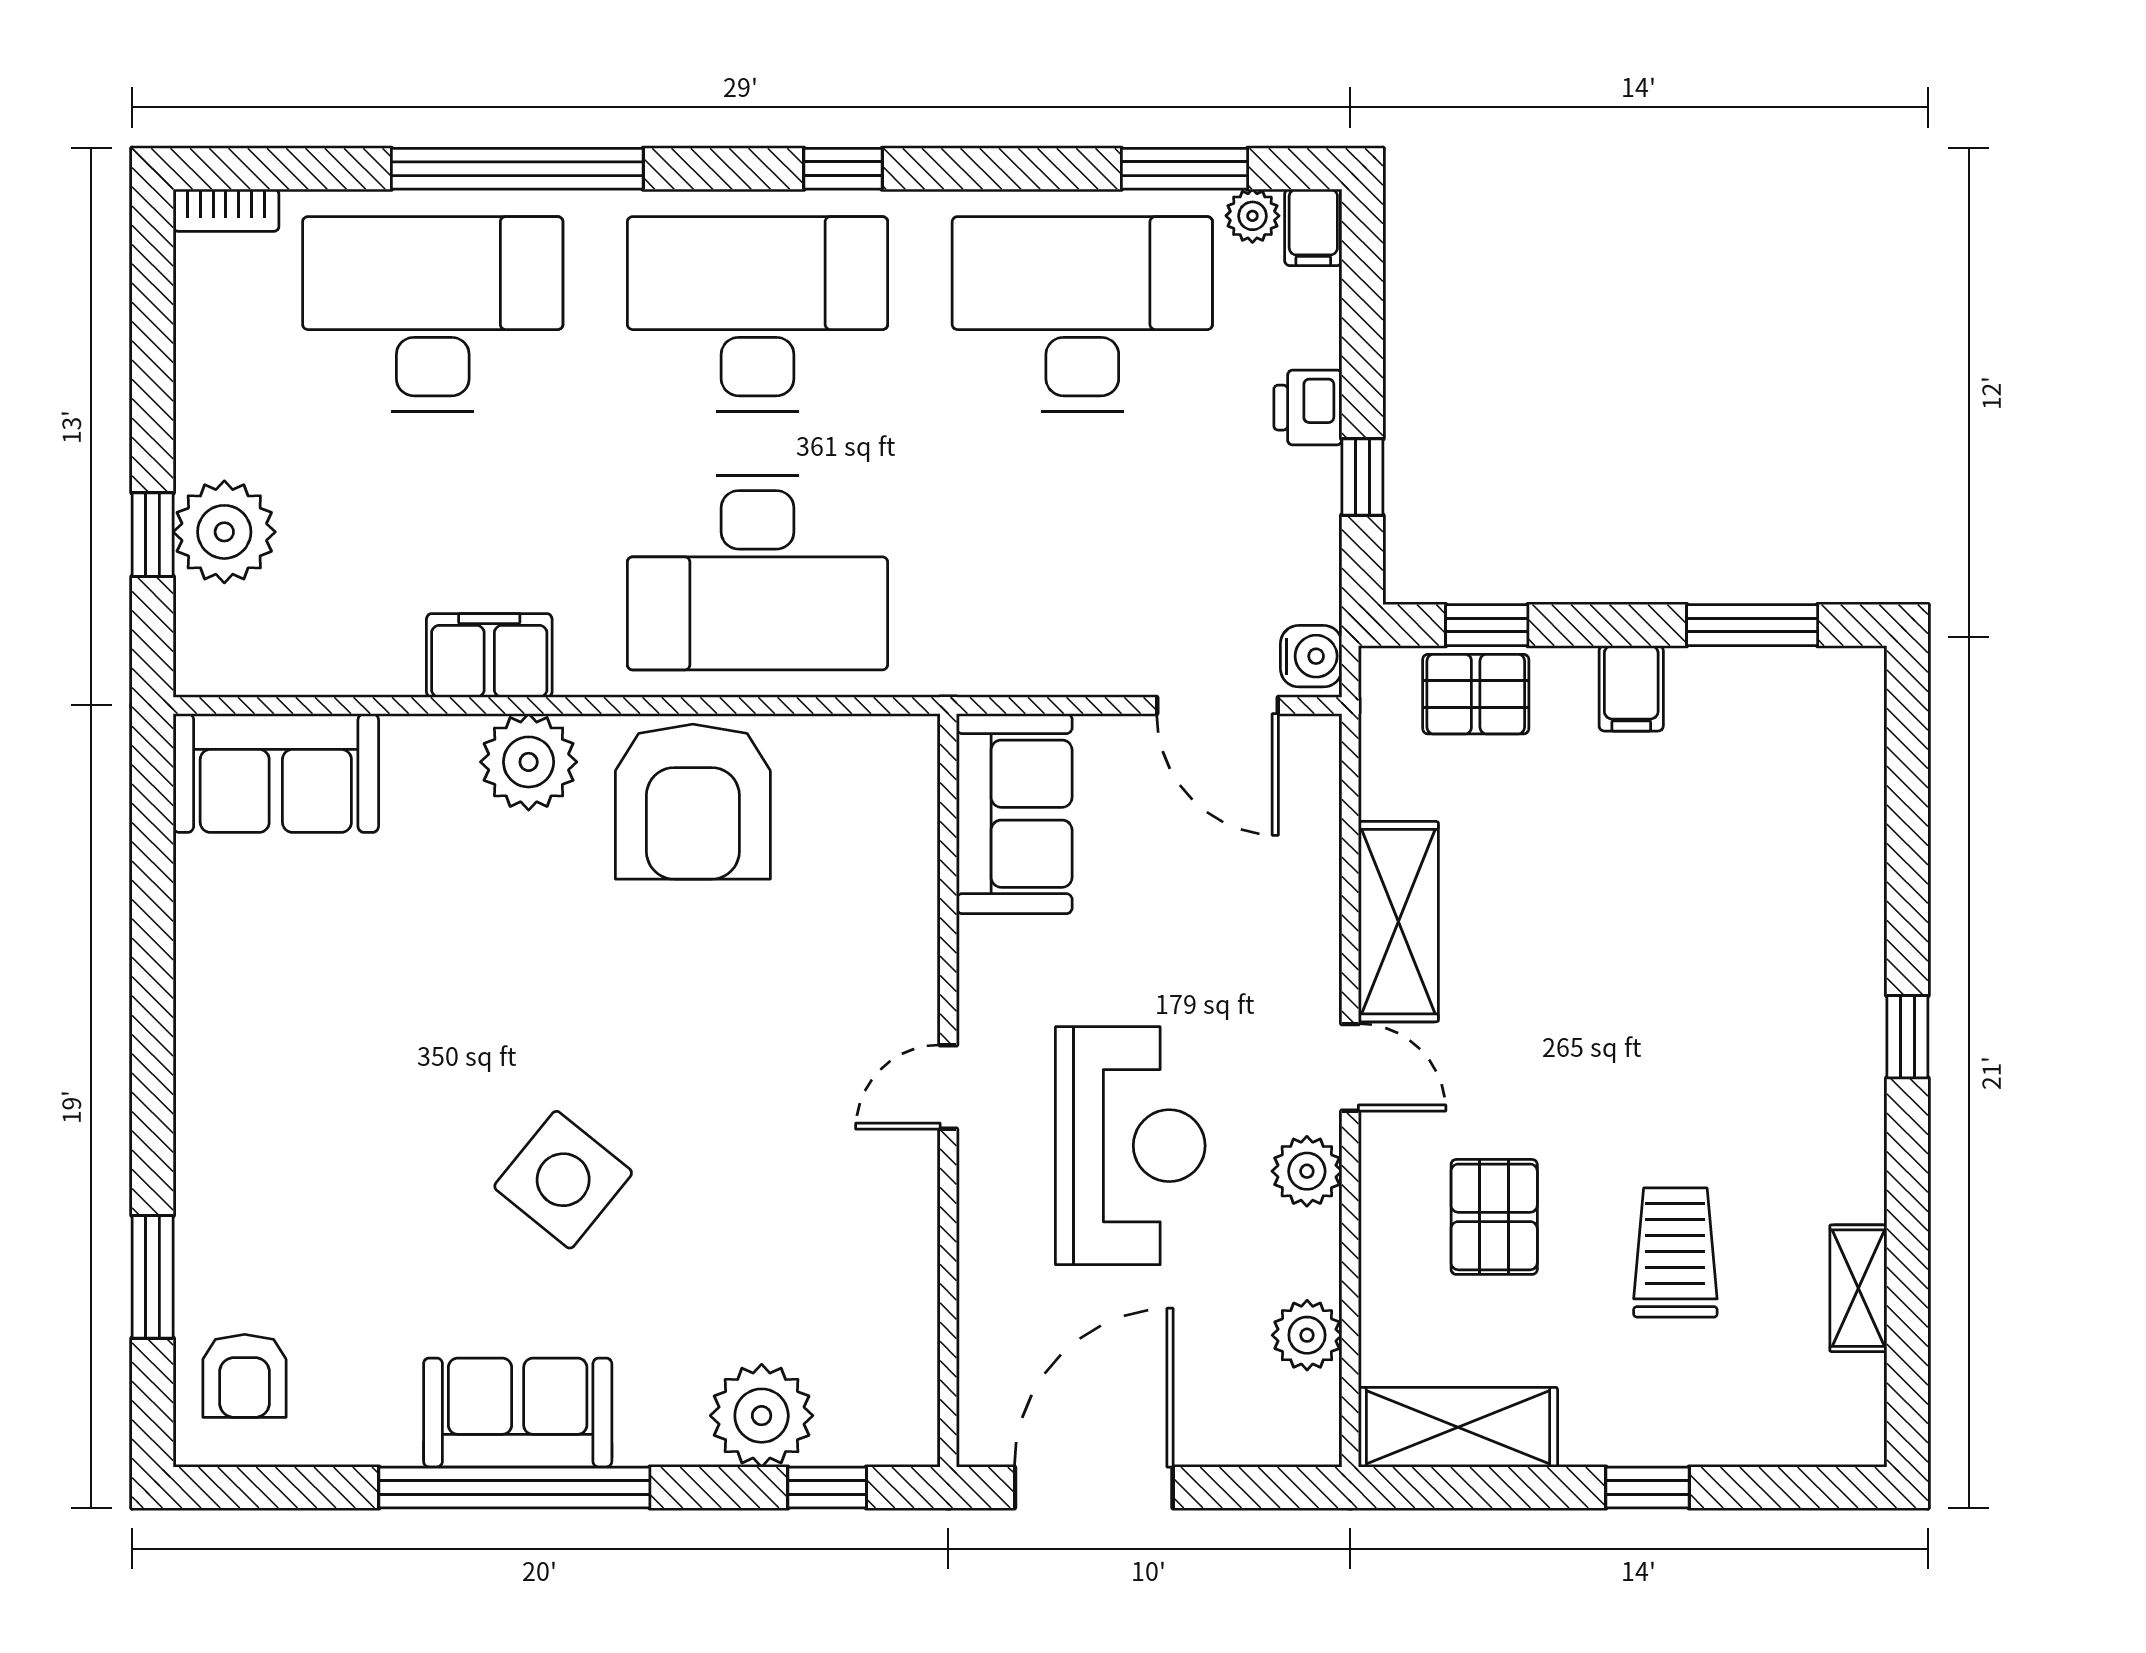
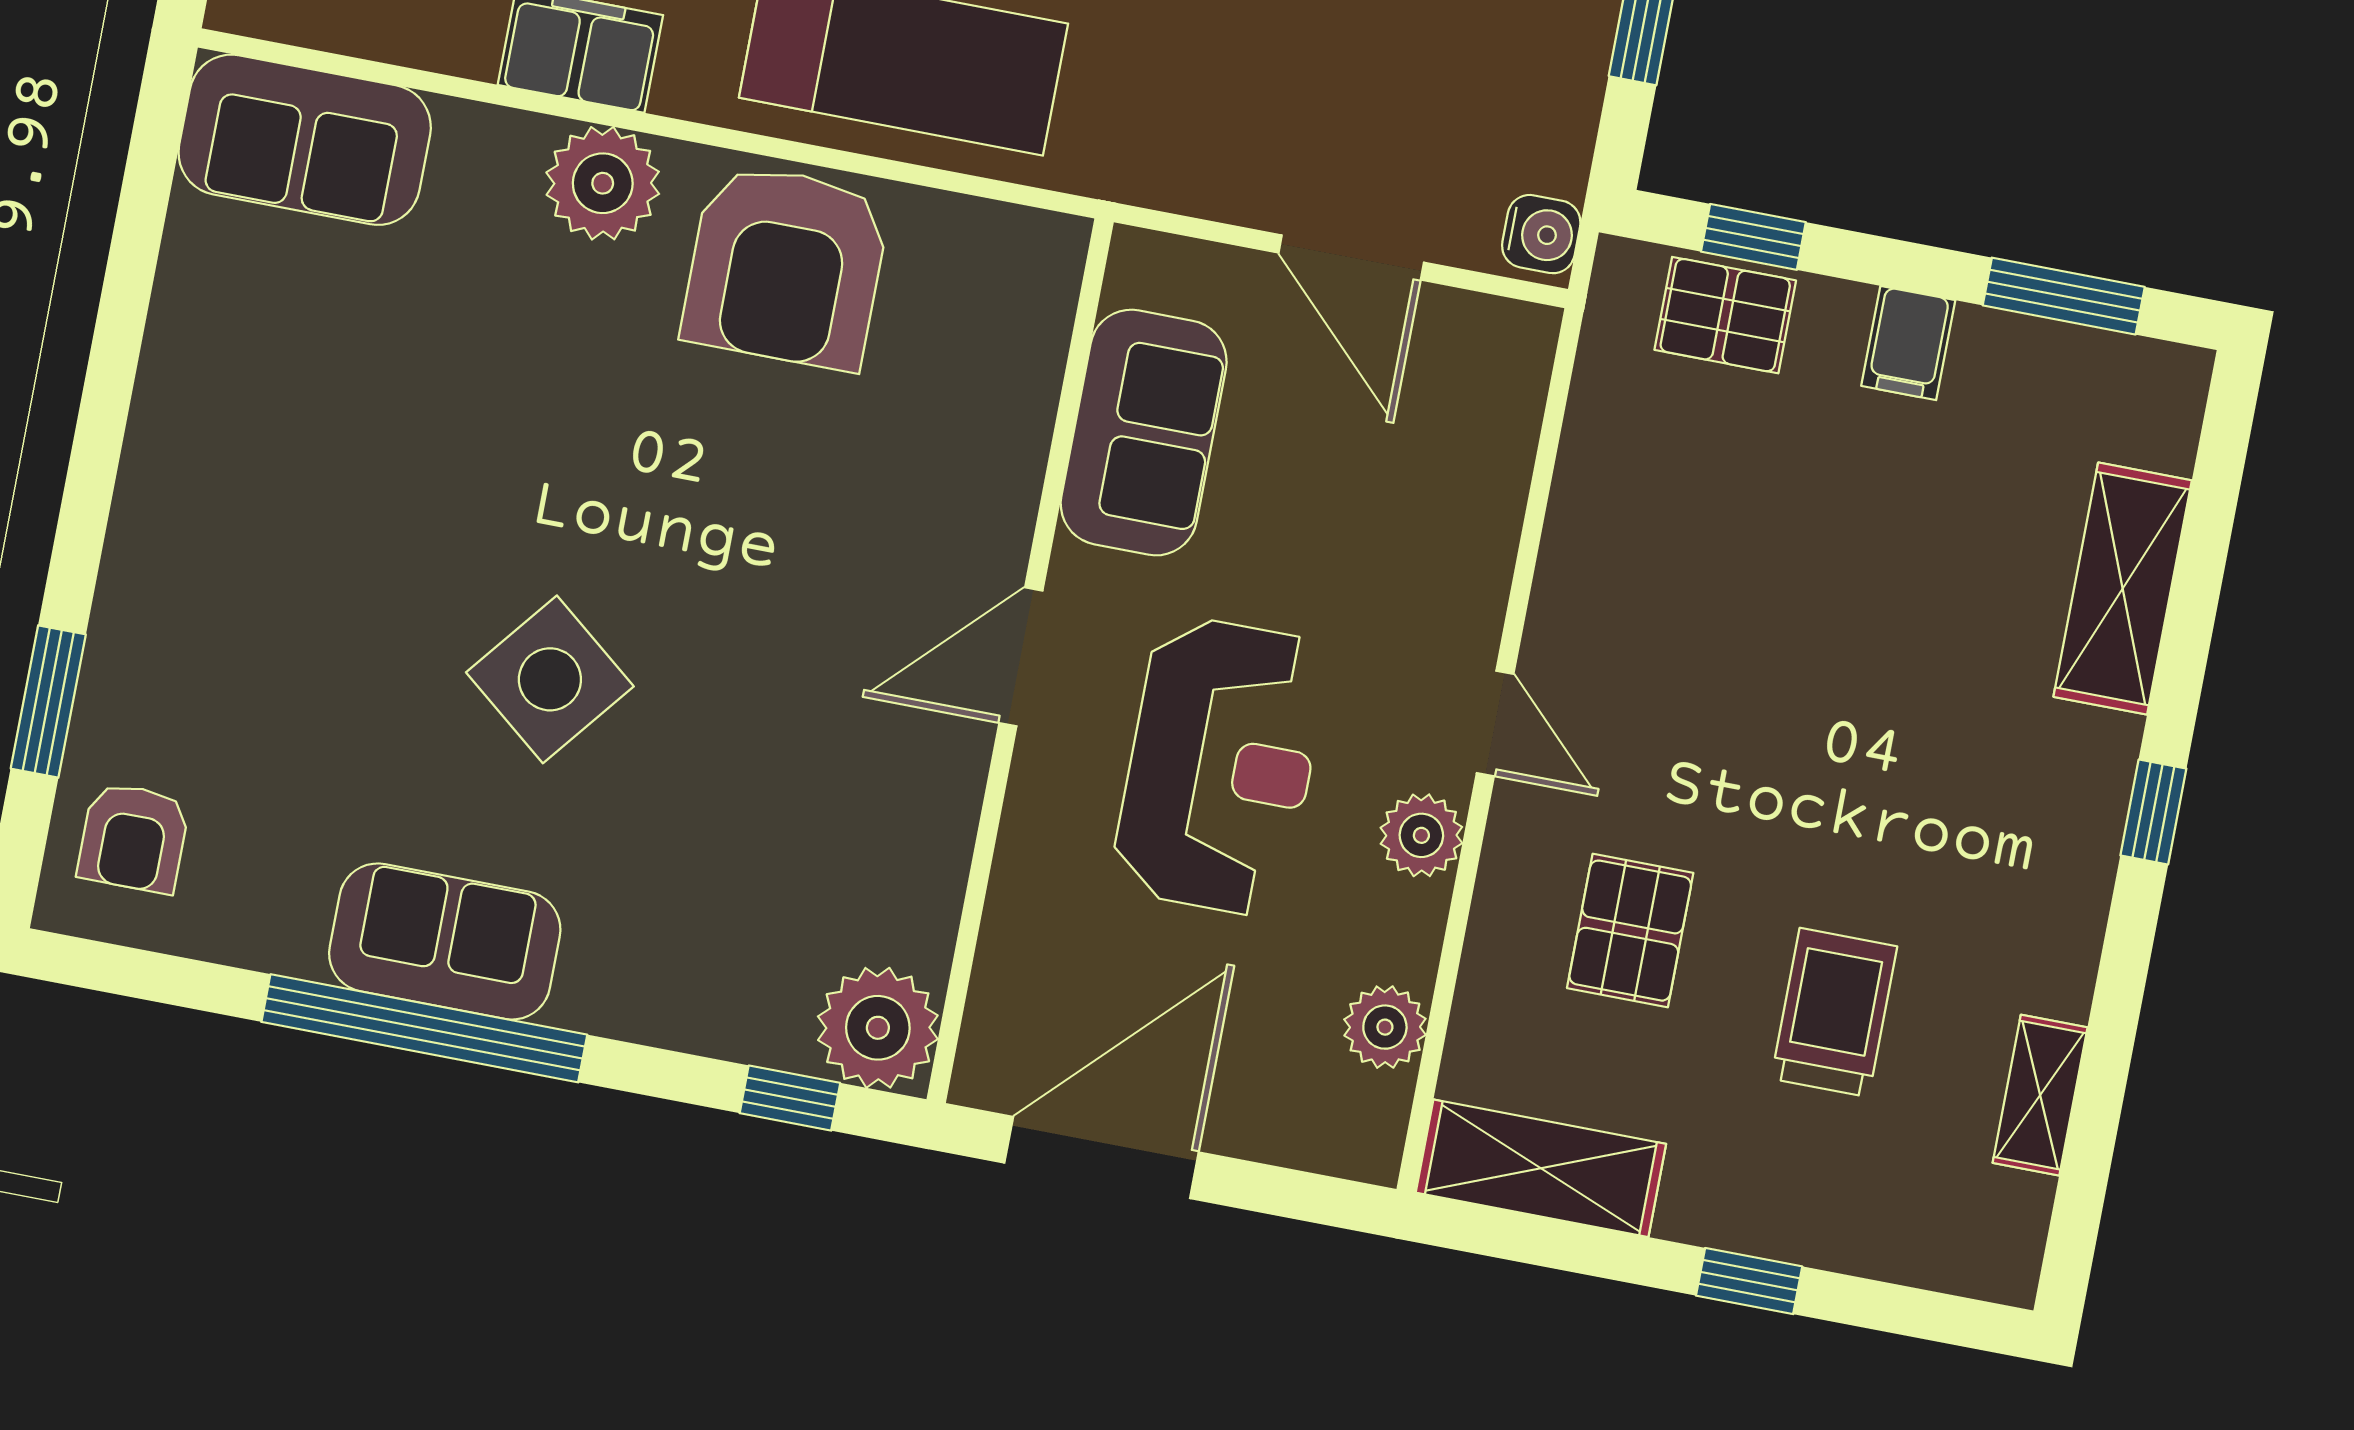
door: (1218, 705) -> (1351, 258), moved
sofa: (1014, 814) -> (1144, 433), moved
shelving: (1398, 922) -> (2123, 589), moved
door: (948, 1087) -> (1021, 657), width x1.38
plant: (762, 1416) -> (878, 1028), moved

